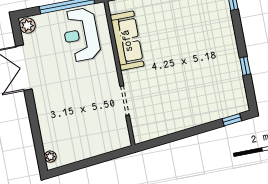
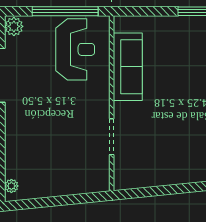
reception desk: (81, 35) -> (75, 49), turned 180

